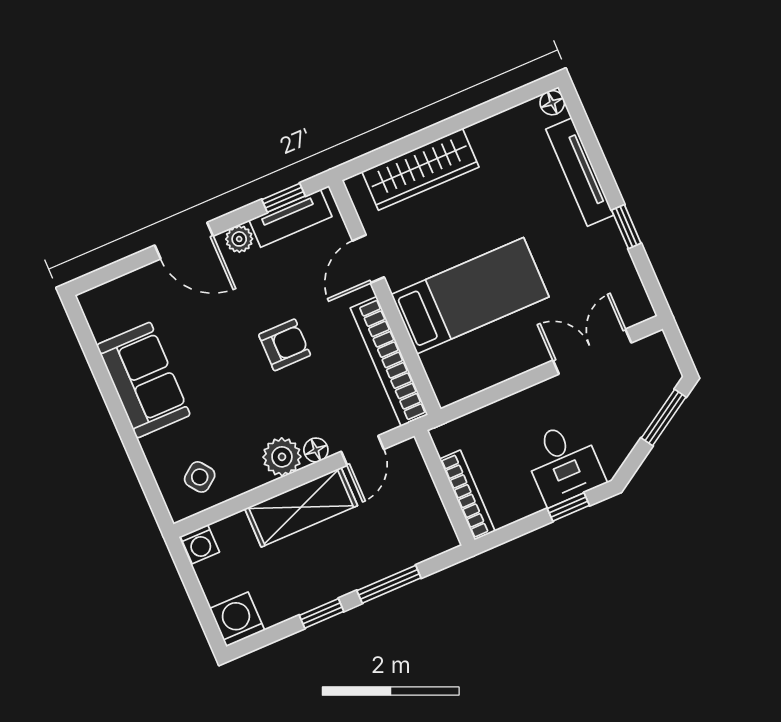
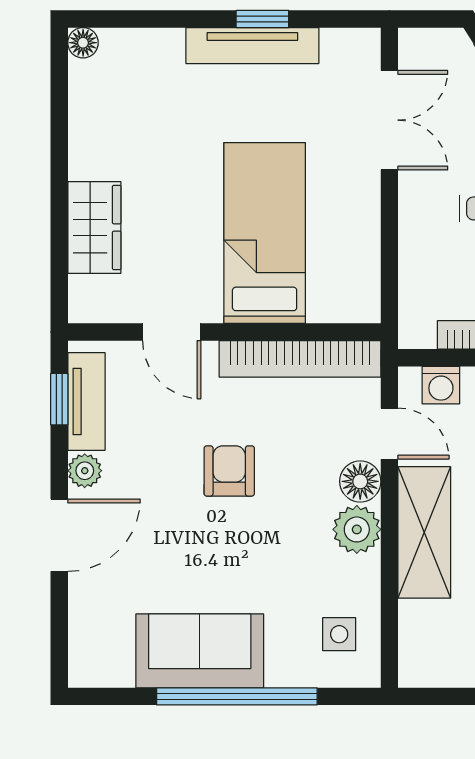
wardrobe: (420, 169) -> (94, 227), width x0.67
tv unit: (580, 172) -> (252, 46), moved
double door: (592, 352) -> (389, 120), swing flipped
window: (122, 422) -> (237, 696), added
floor lamp: (316, 450) -> (360, 481), width x1.37, depth x1.37
side table: (200, 477) -> (339, 634), turned 37
washing machine: (200, 544) -> (441, 385), moved, turned 90

